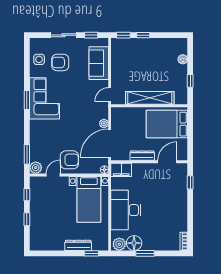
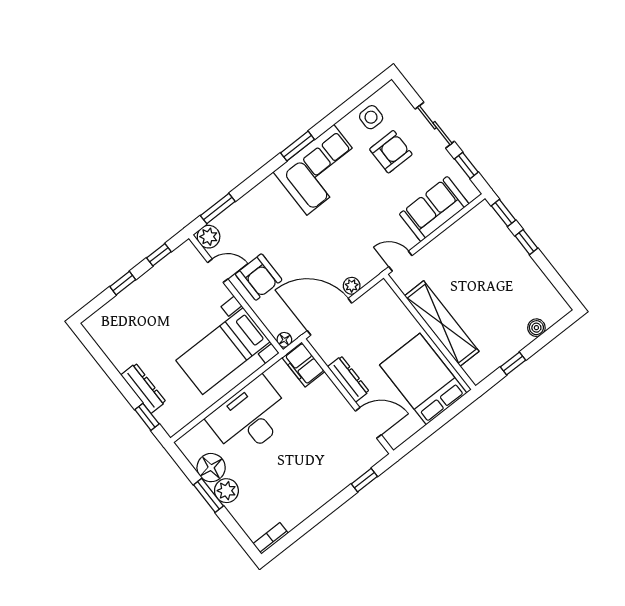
armchair: (60, 62) -> (391, 152), turned 90
plant: (119, 244) -> (226, 491), moved

